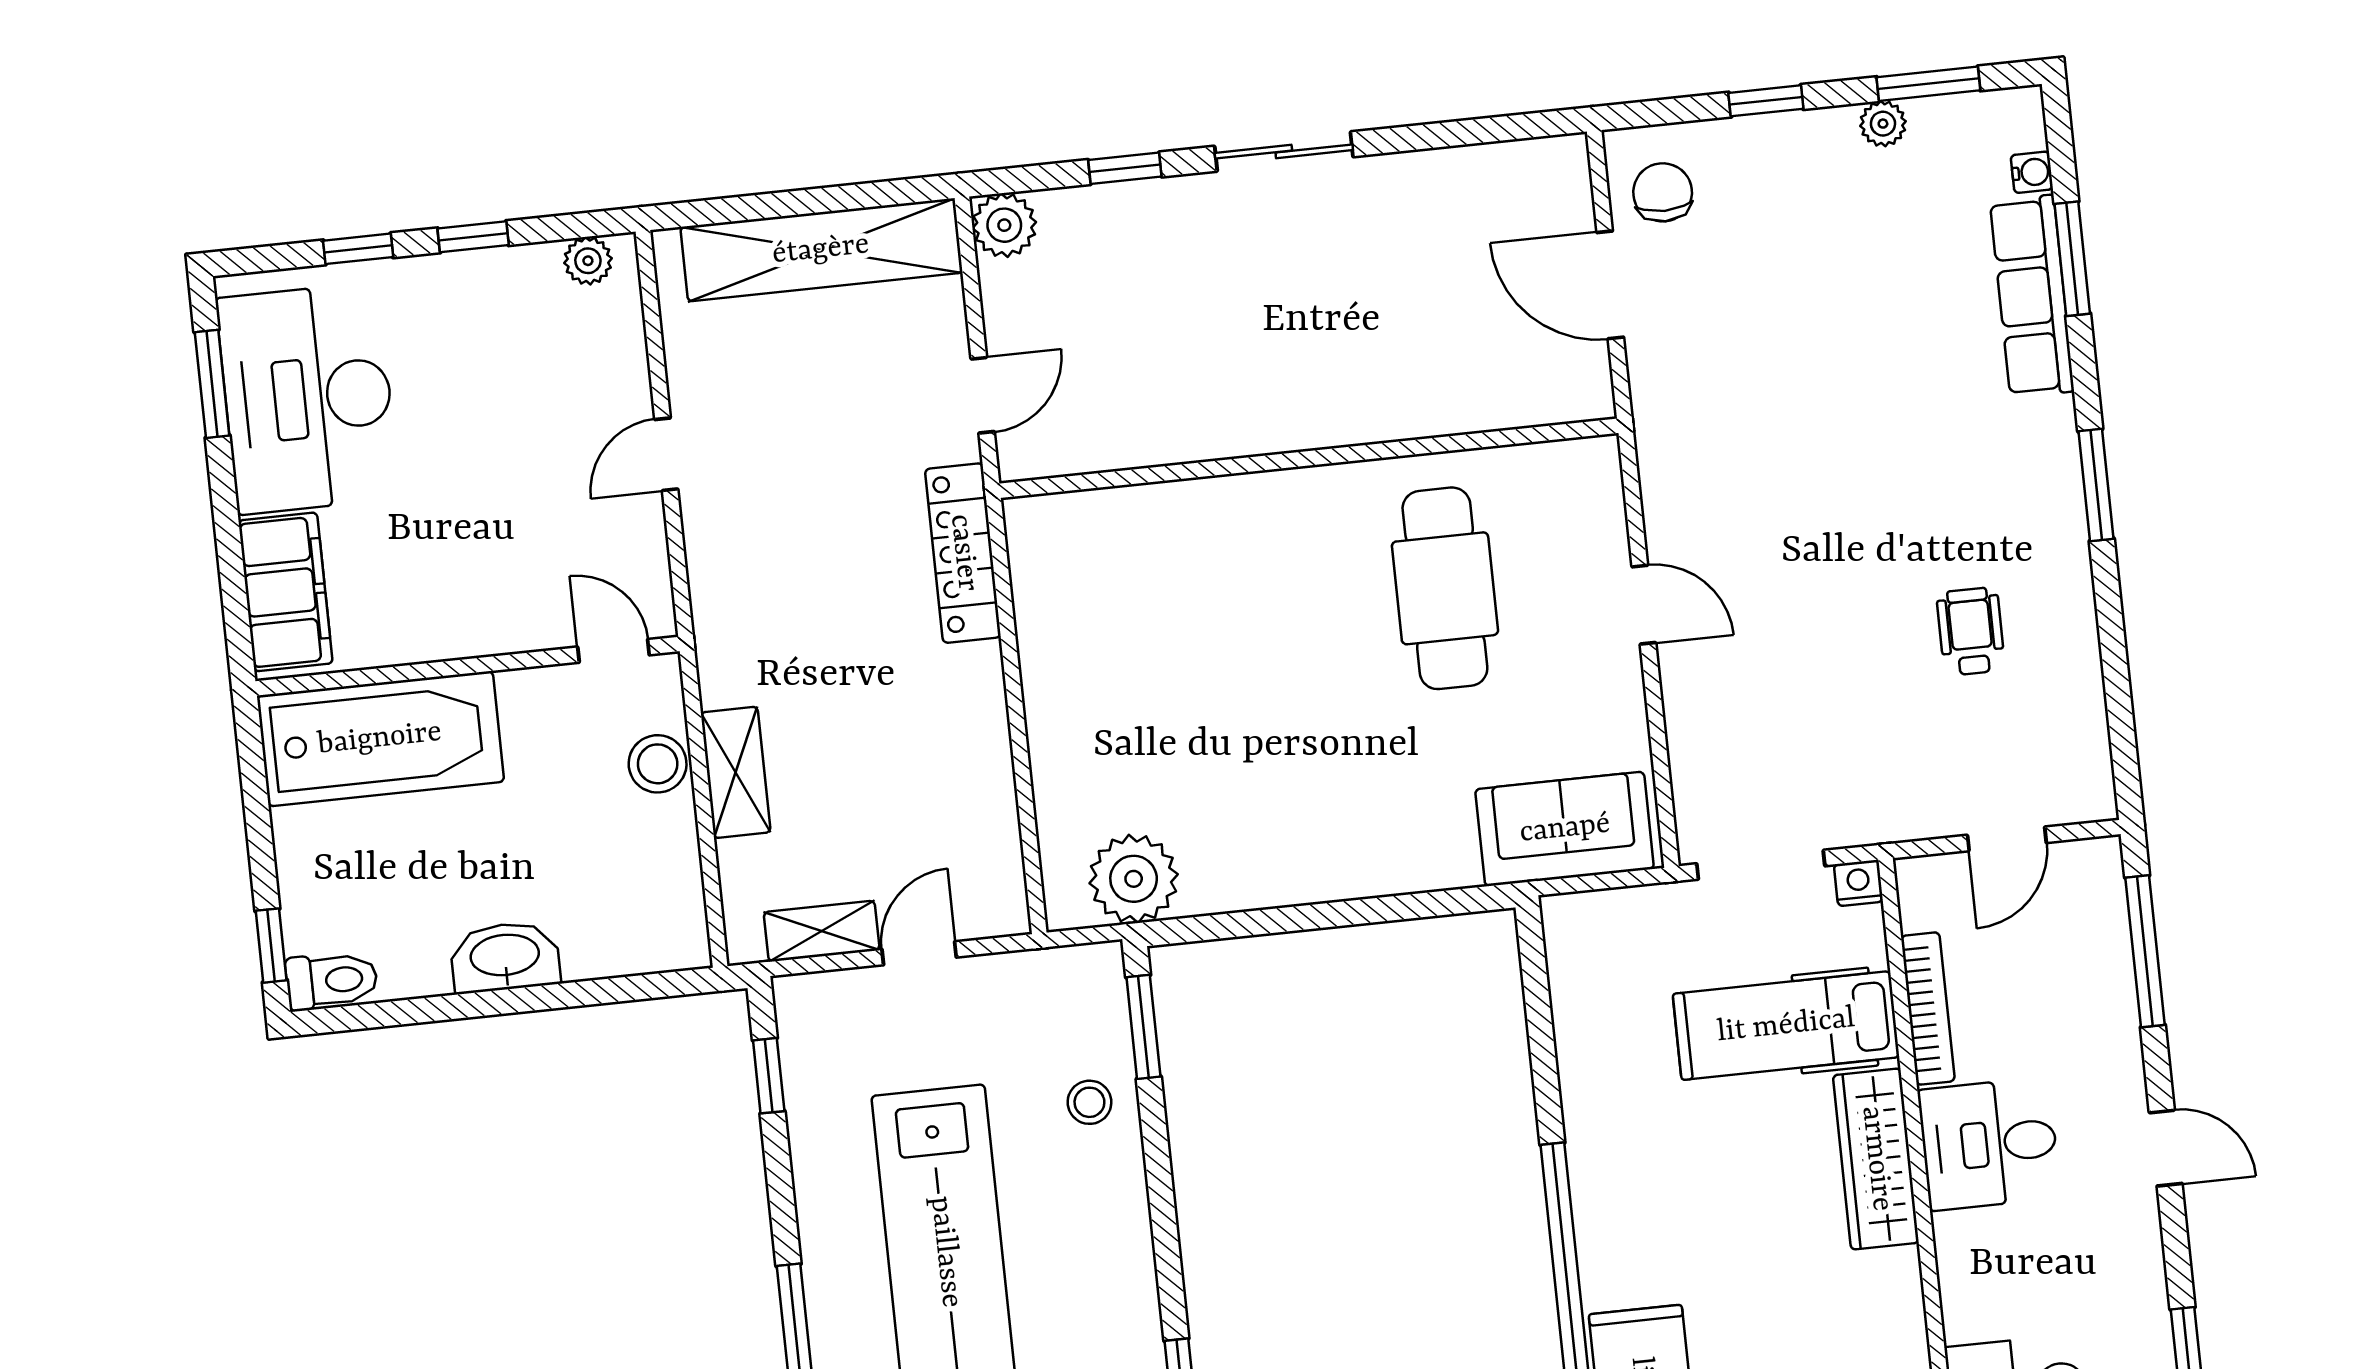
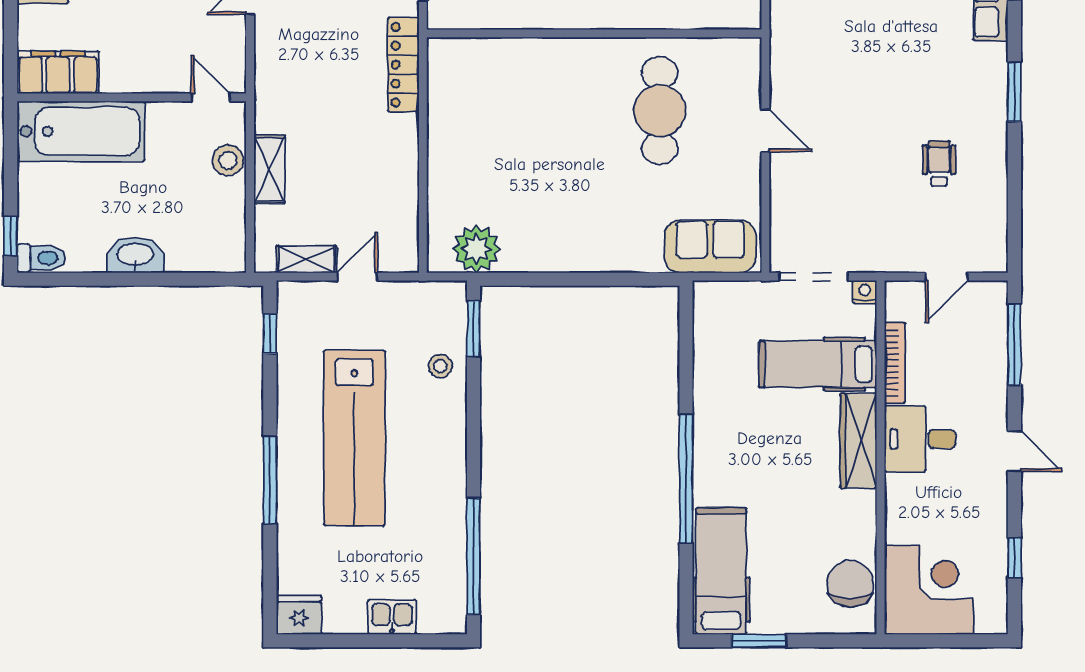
filing cabinet: (286, 592) -> (58, 72), moved, turned -90

